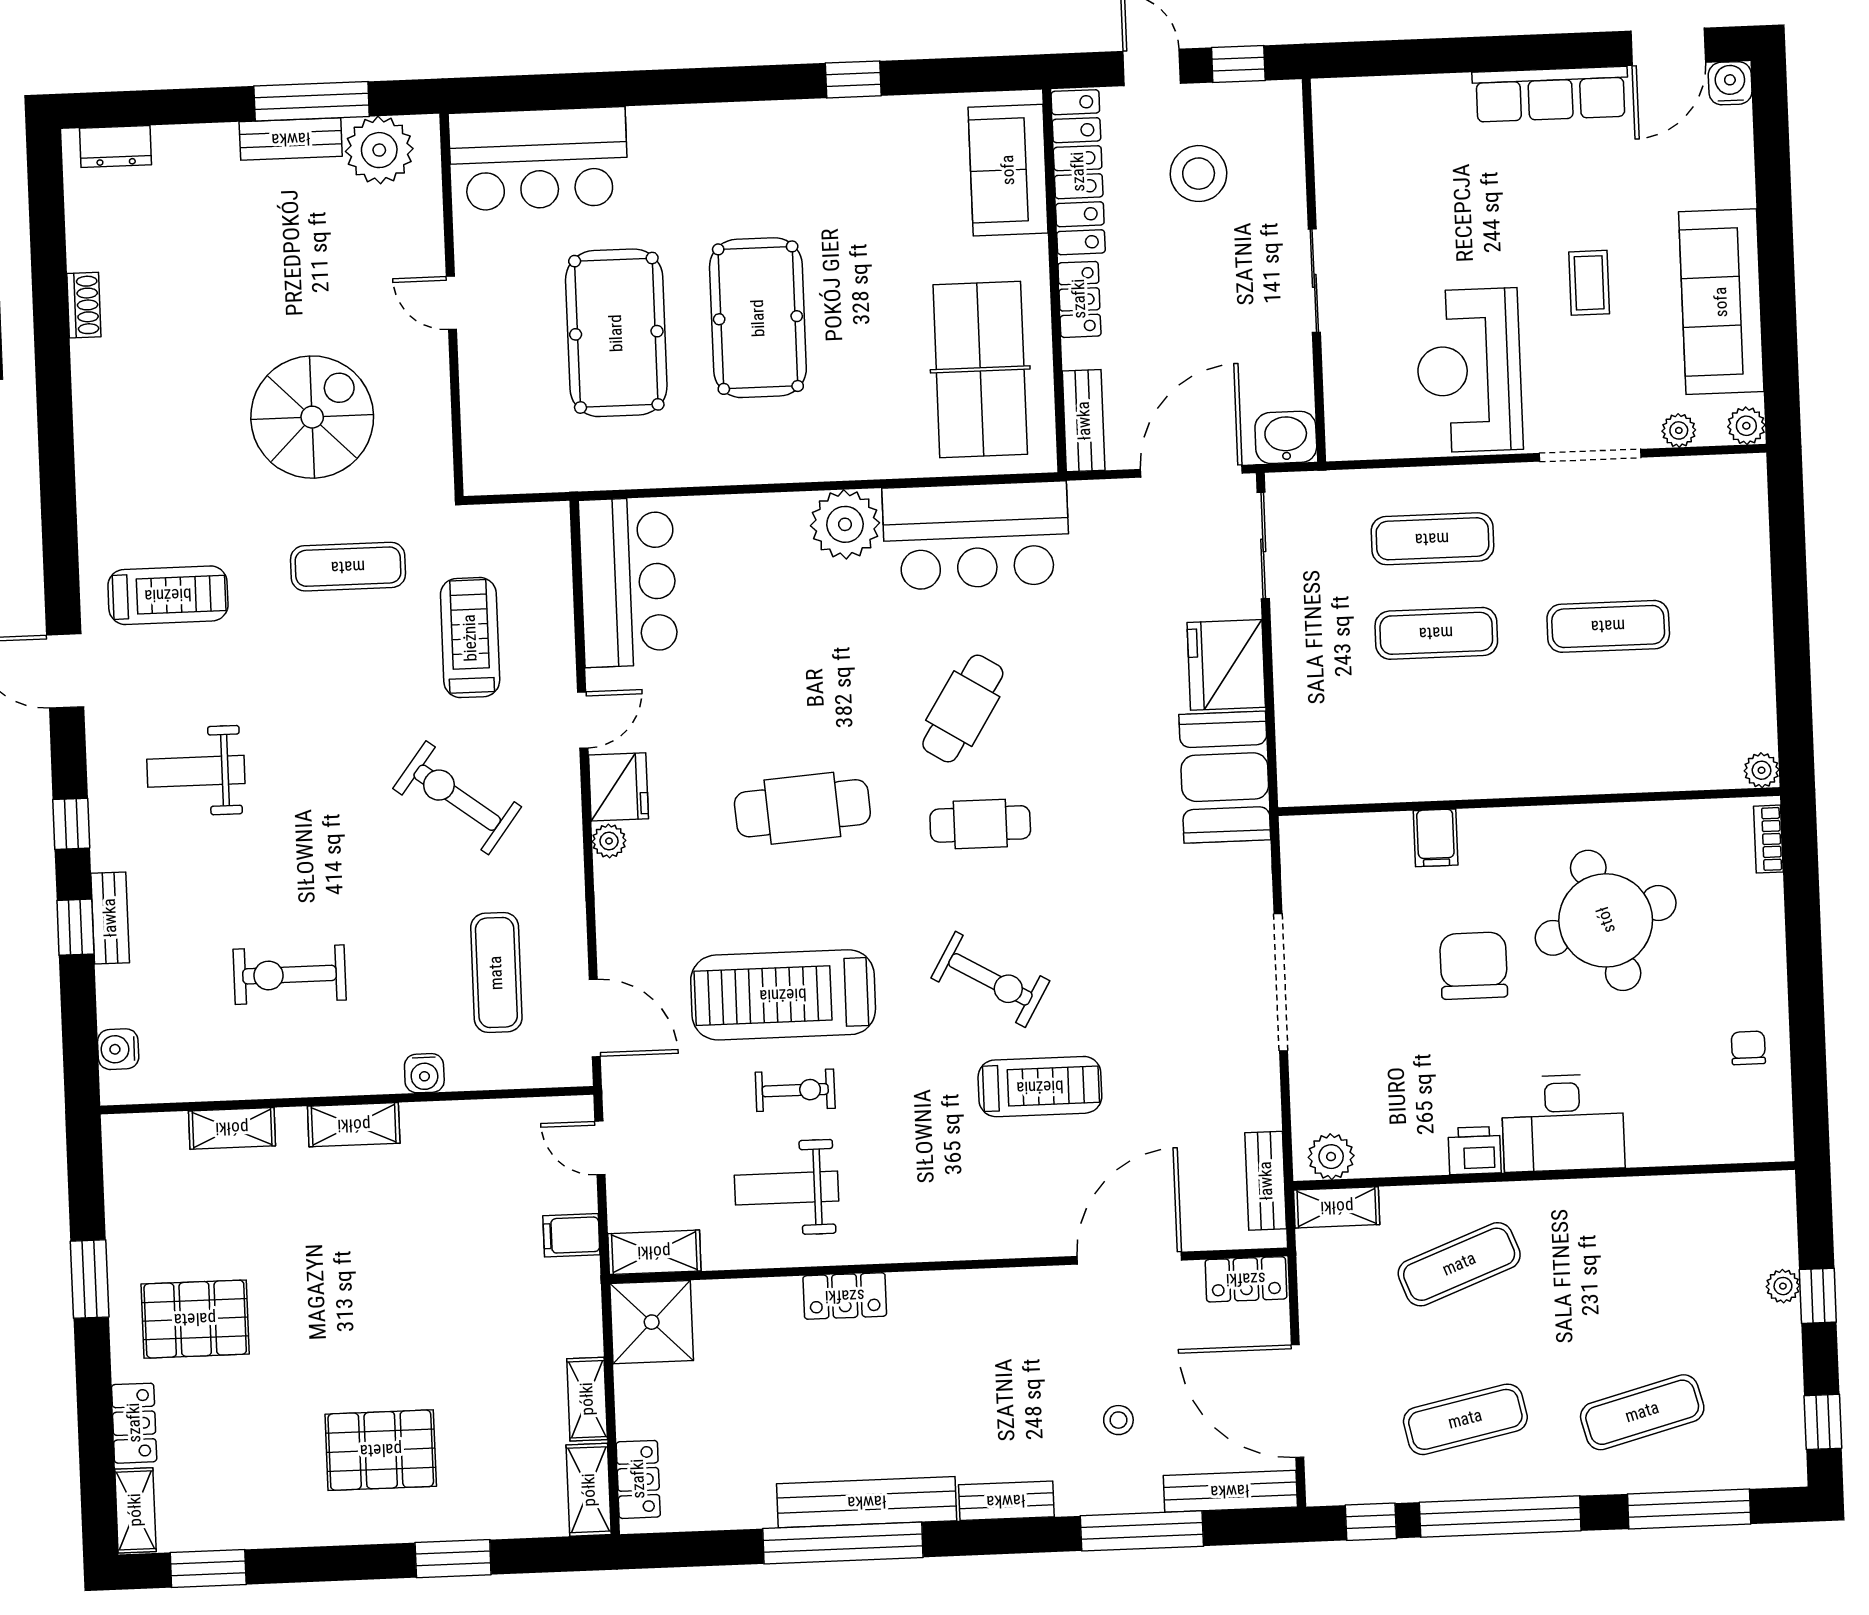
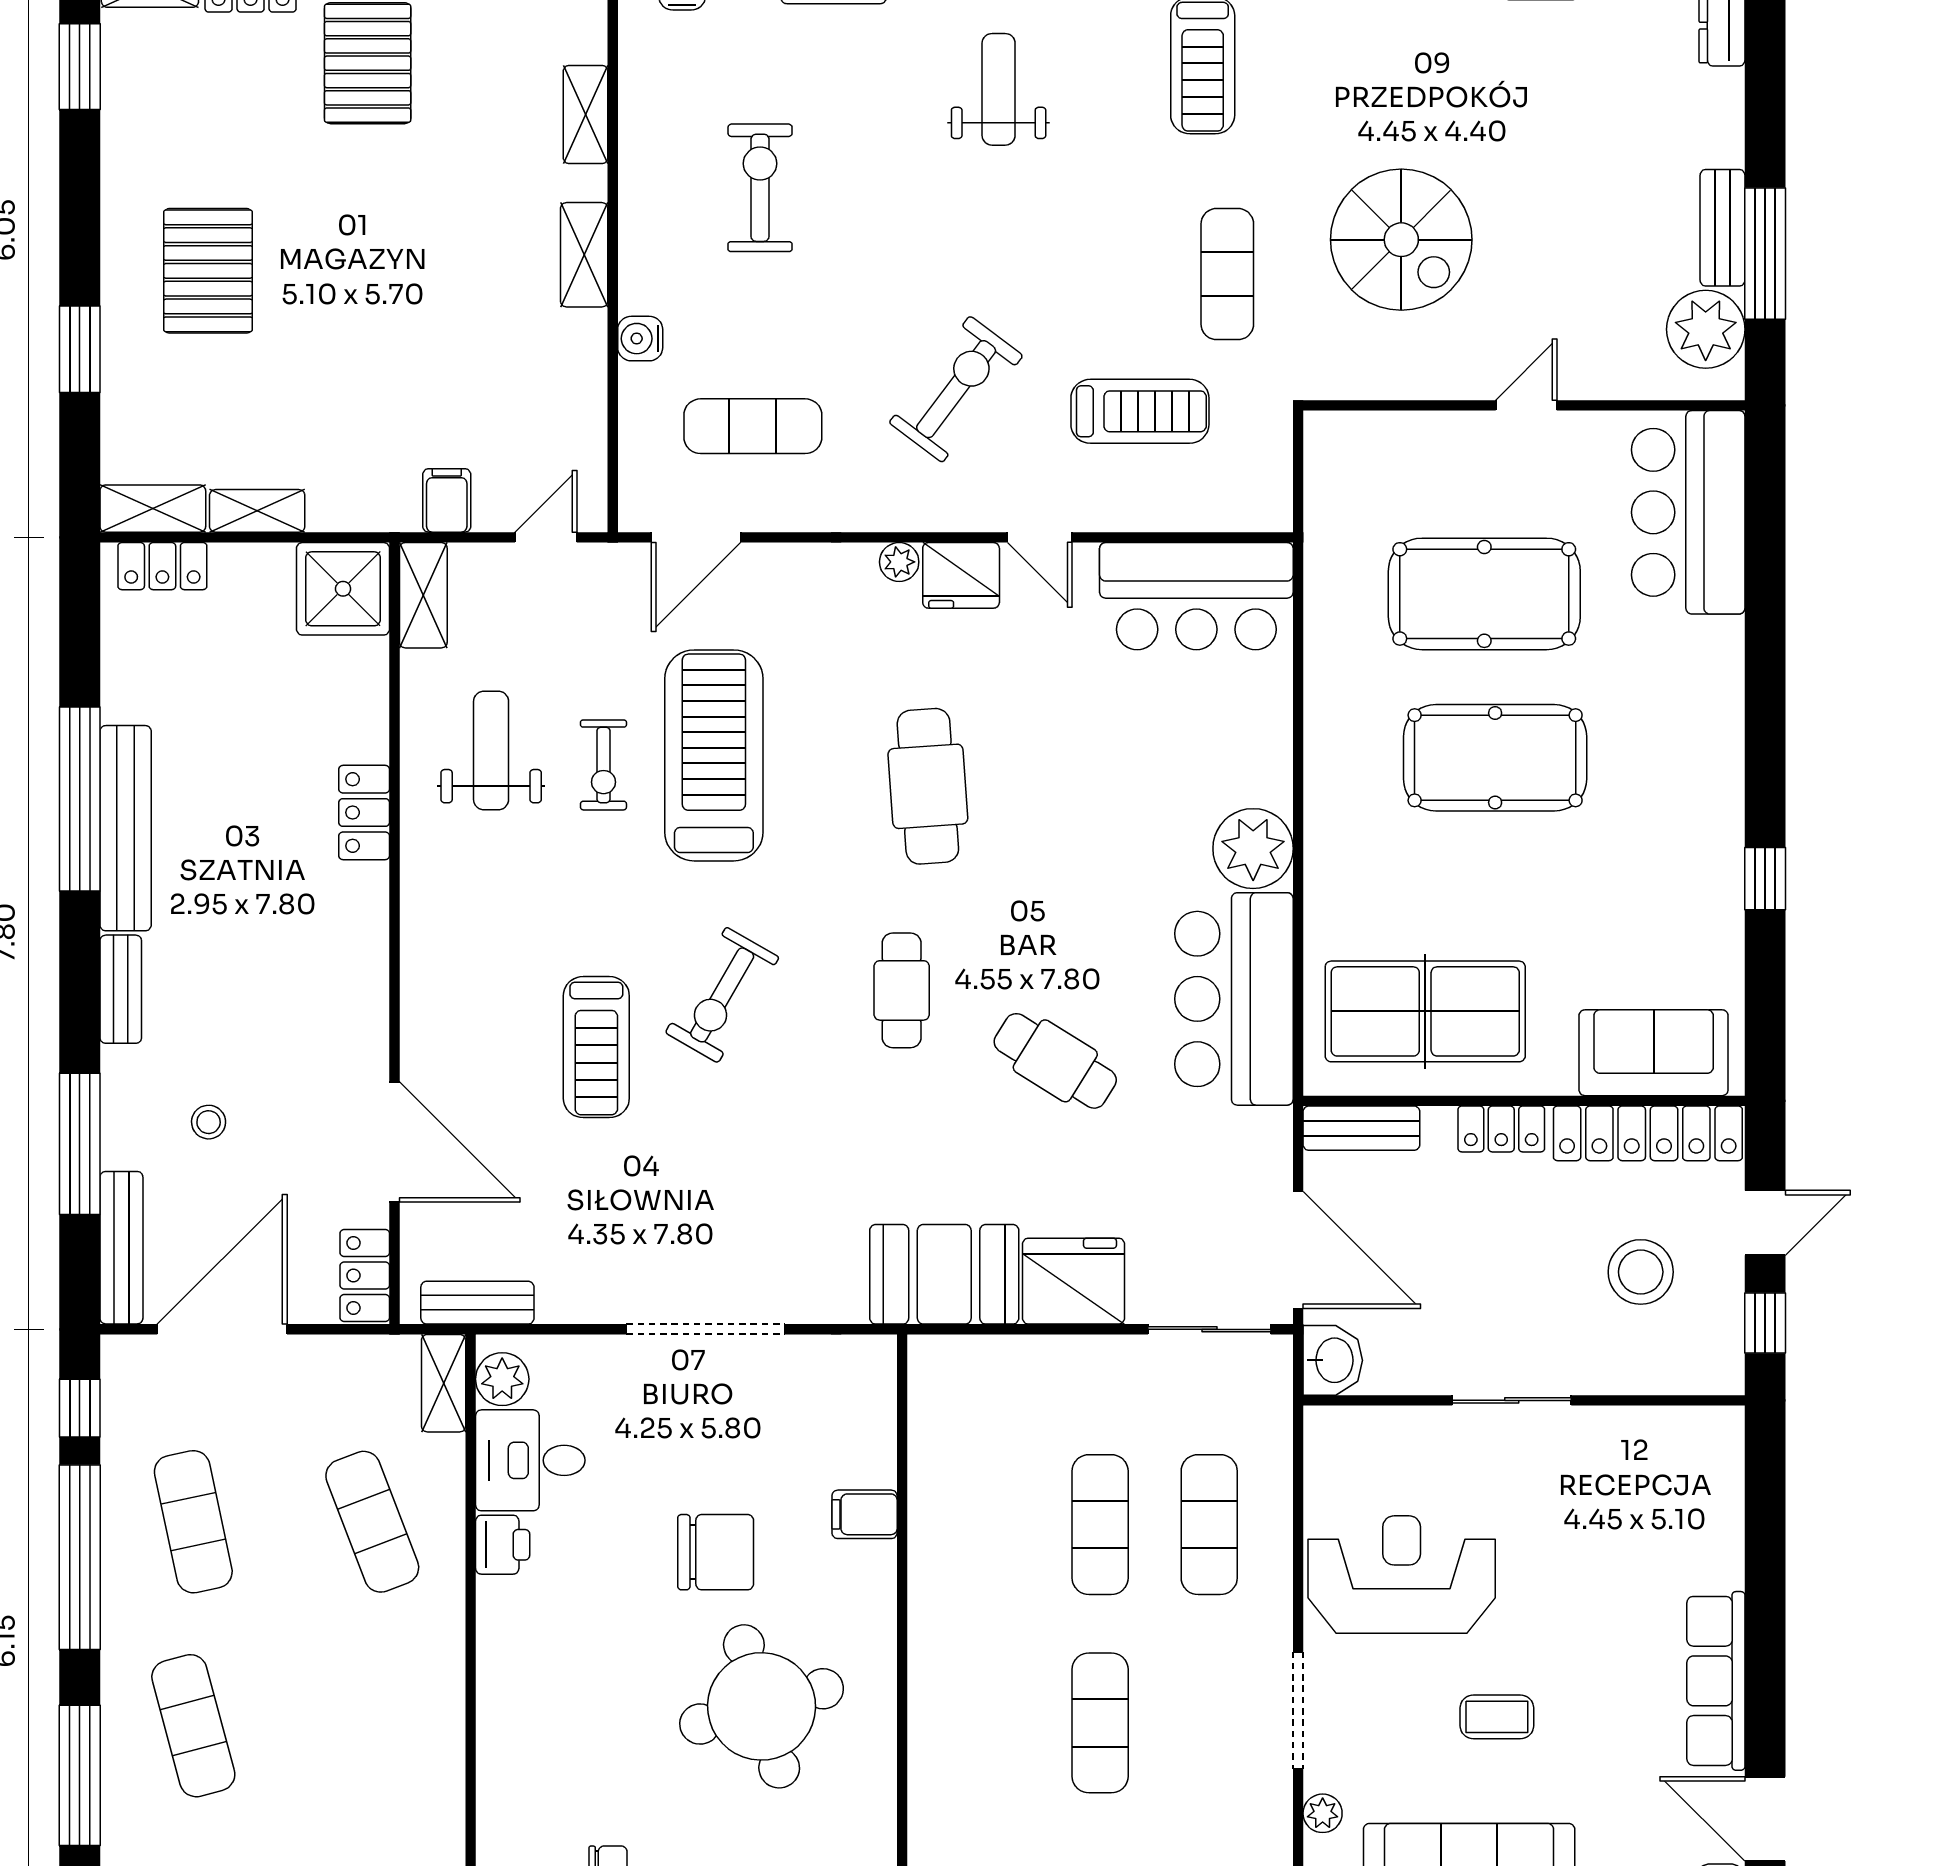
cafe table: (963, 709) -> (1055, 1061), moved
desk: (1563, 1123) -> (530, 1460), moved, width x0.73

